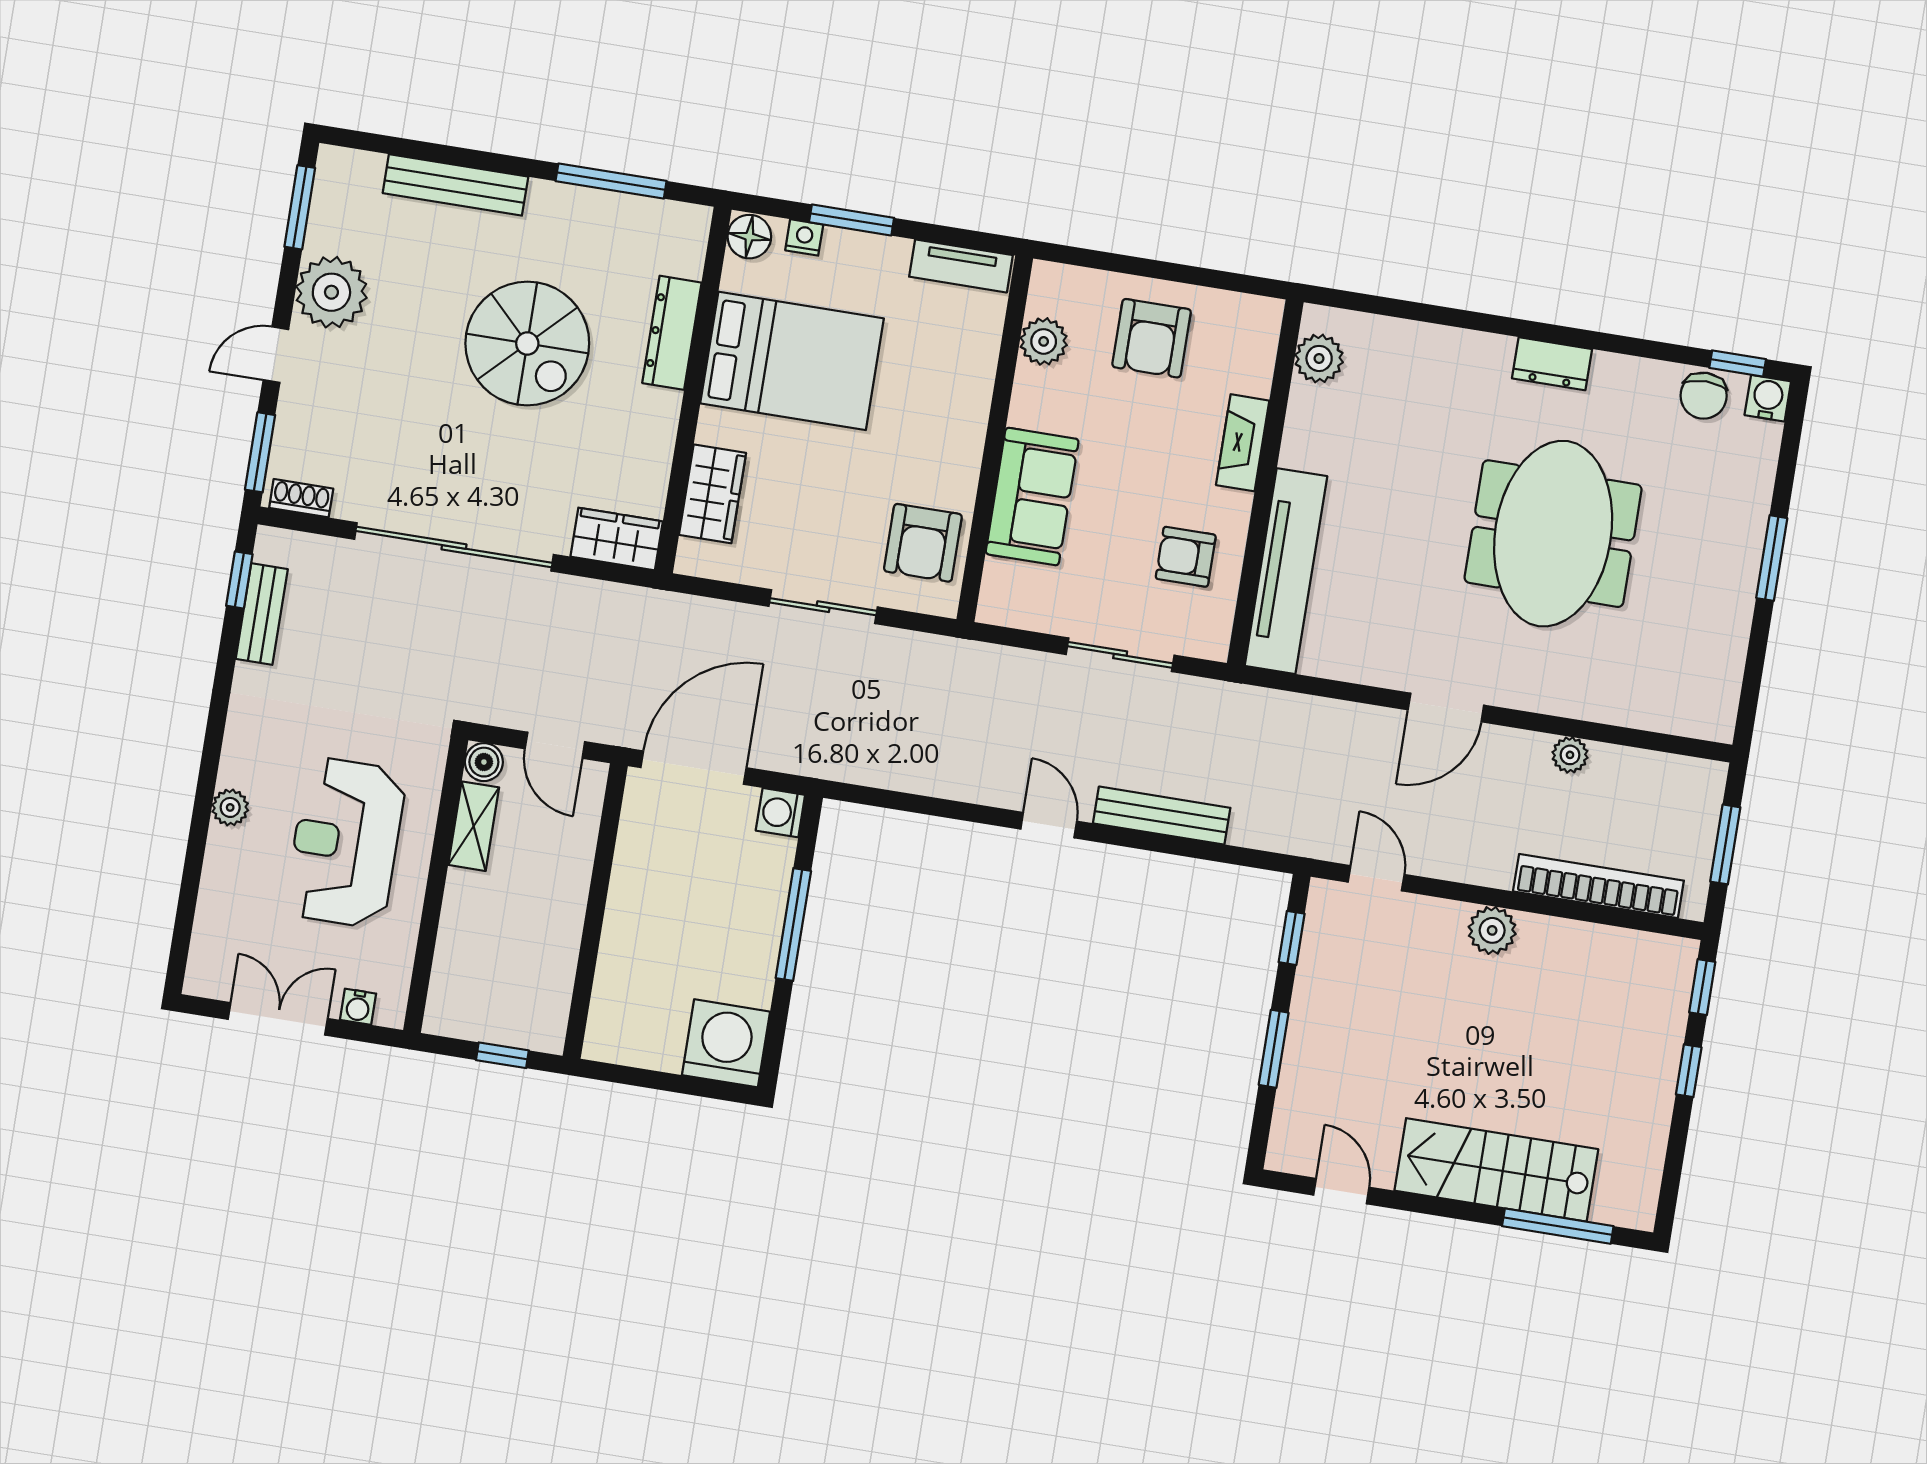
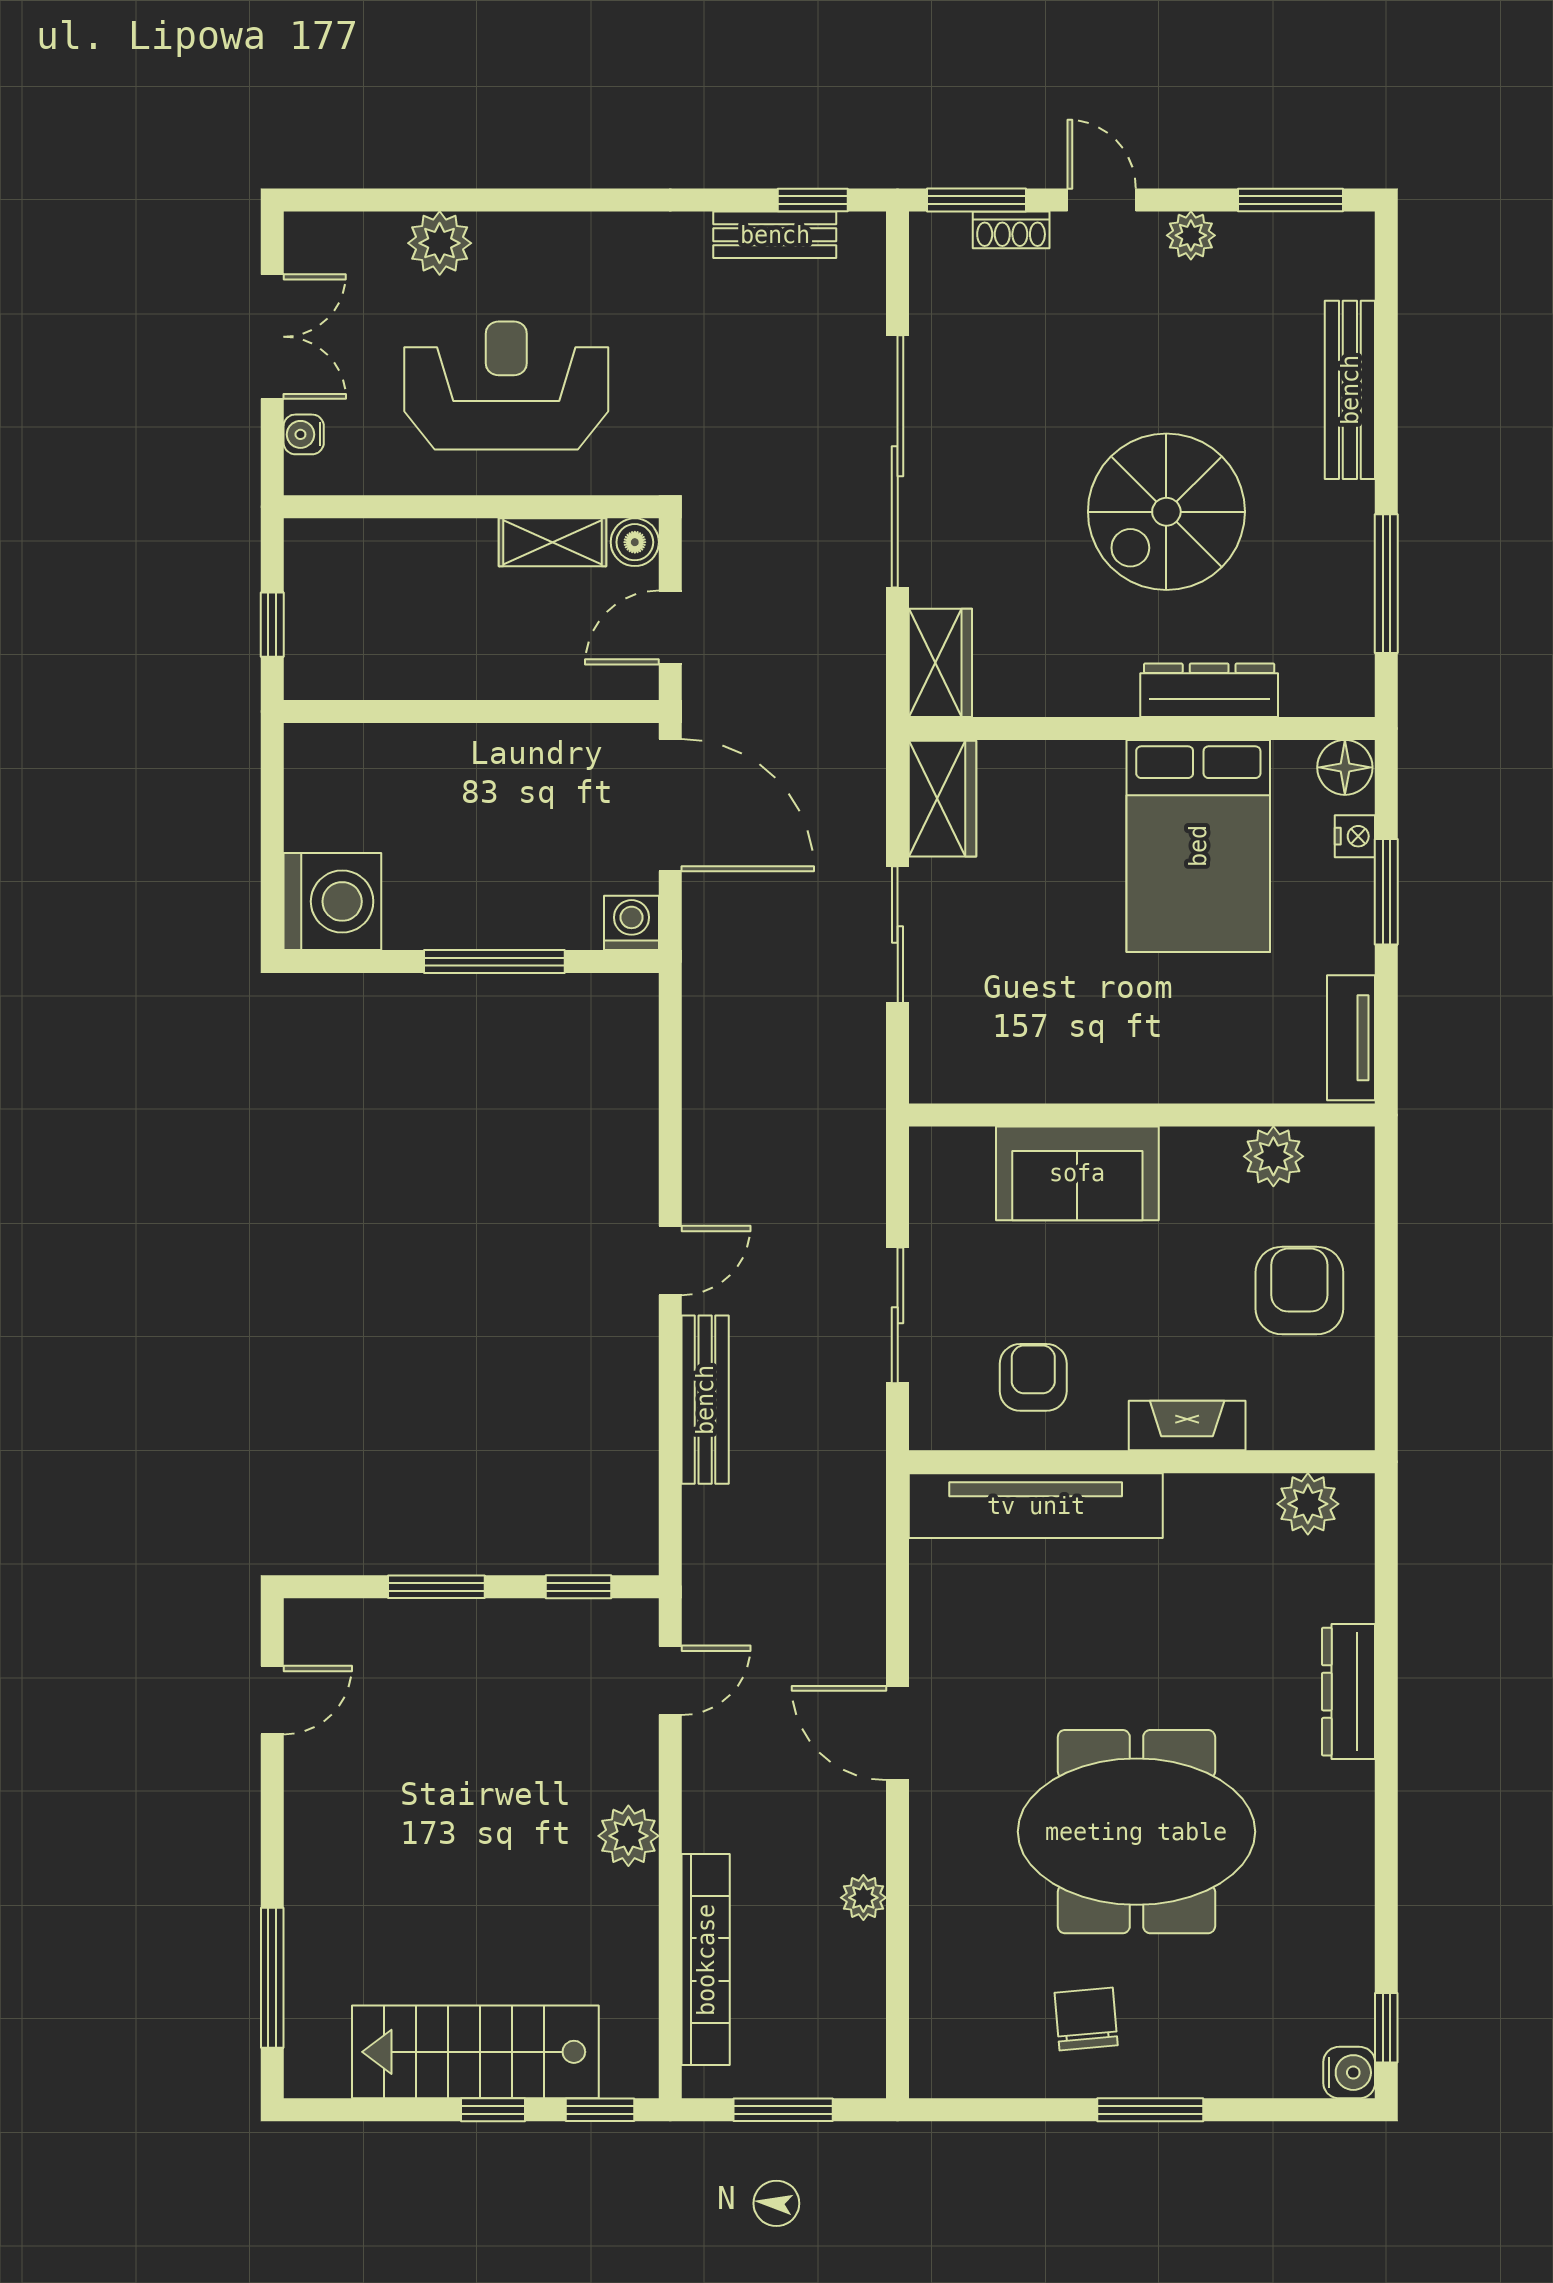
plant: (331, 292) -> (1191, 235), width x0.53, depth x0.53
armchair: (1152, 338) -> (1299, 1291), turned 90
dresser: (1552, 364) -> (1349, 1692), moved, width x1.44
chair: (1704, 396) -> (1086, 2019), moved, turned 85
wardrobe: (713, 494) -> (943, 799), moved, turned -90
shoe rack: (301, 498) -> (1011, 230), moved, turned 90
armchair: (923, 543) -> (998, 1046), removed
plant: (230, 807) -> (440, 243), moved, width x1.38, depth x1.38
stairs: (1496, 1170) -> (475, 2052), moved, turned -90

